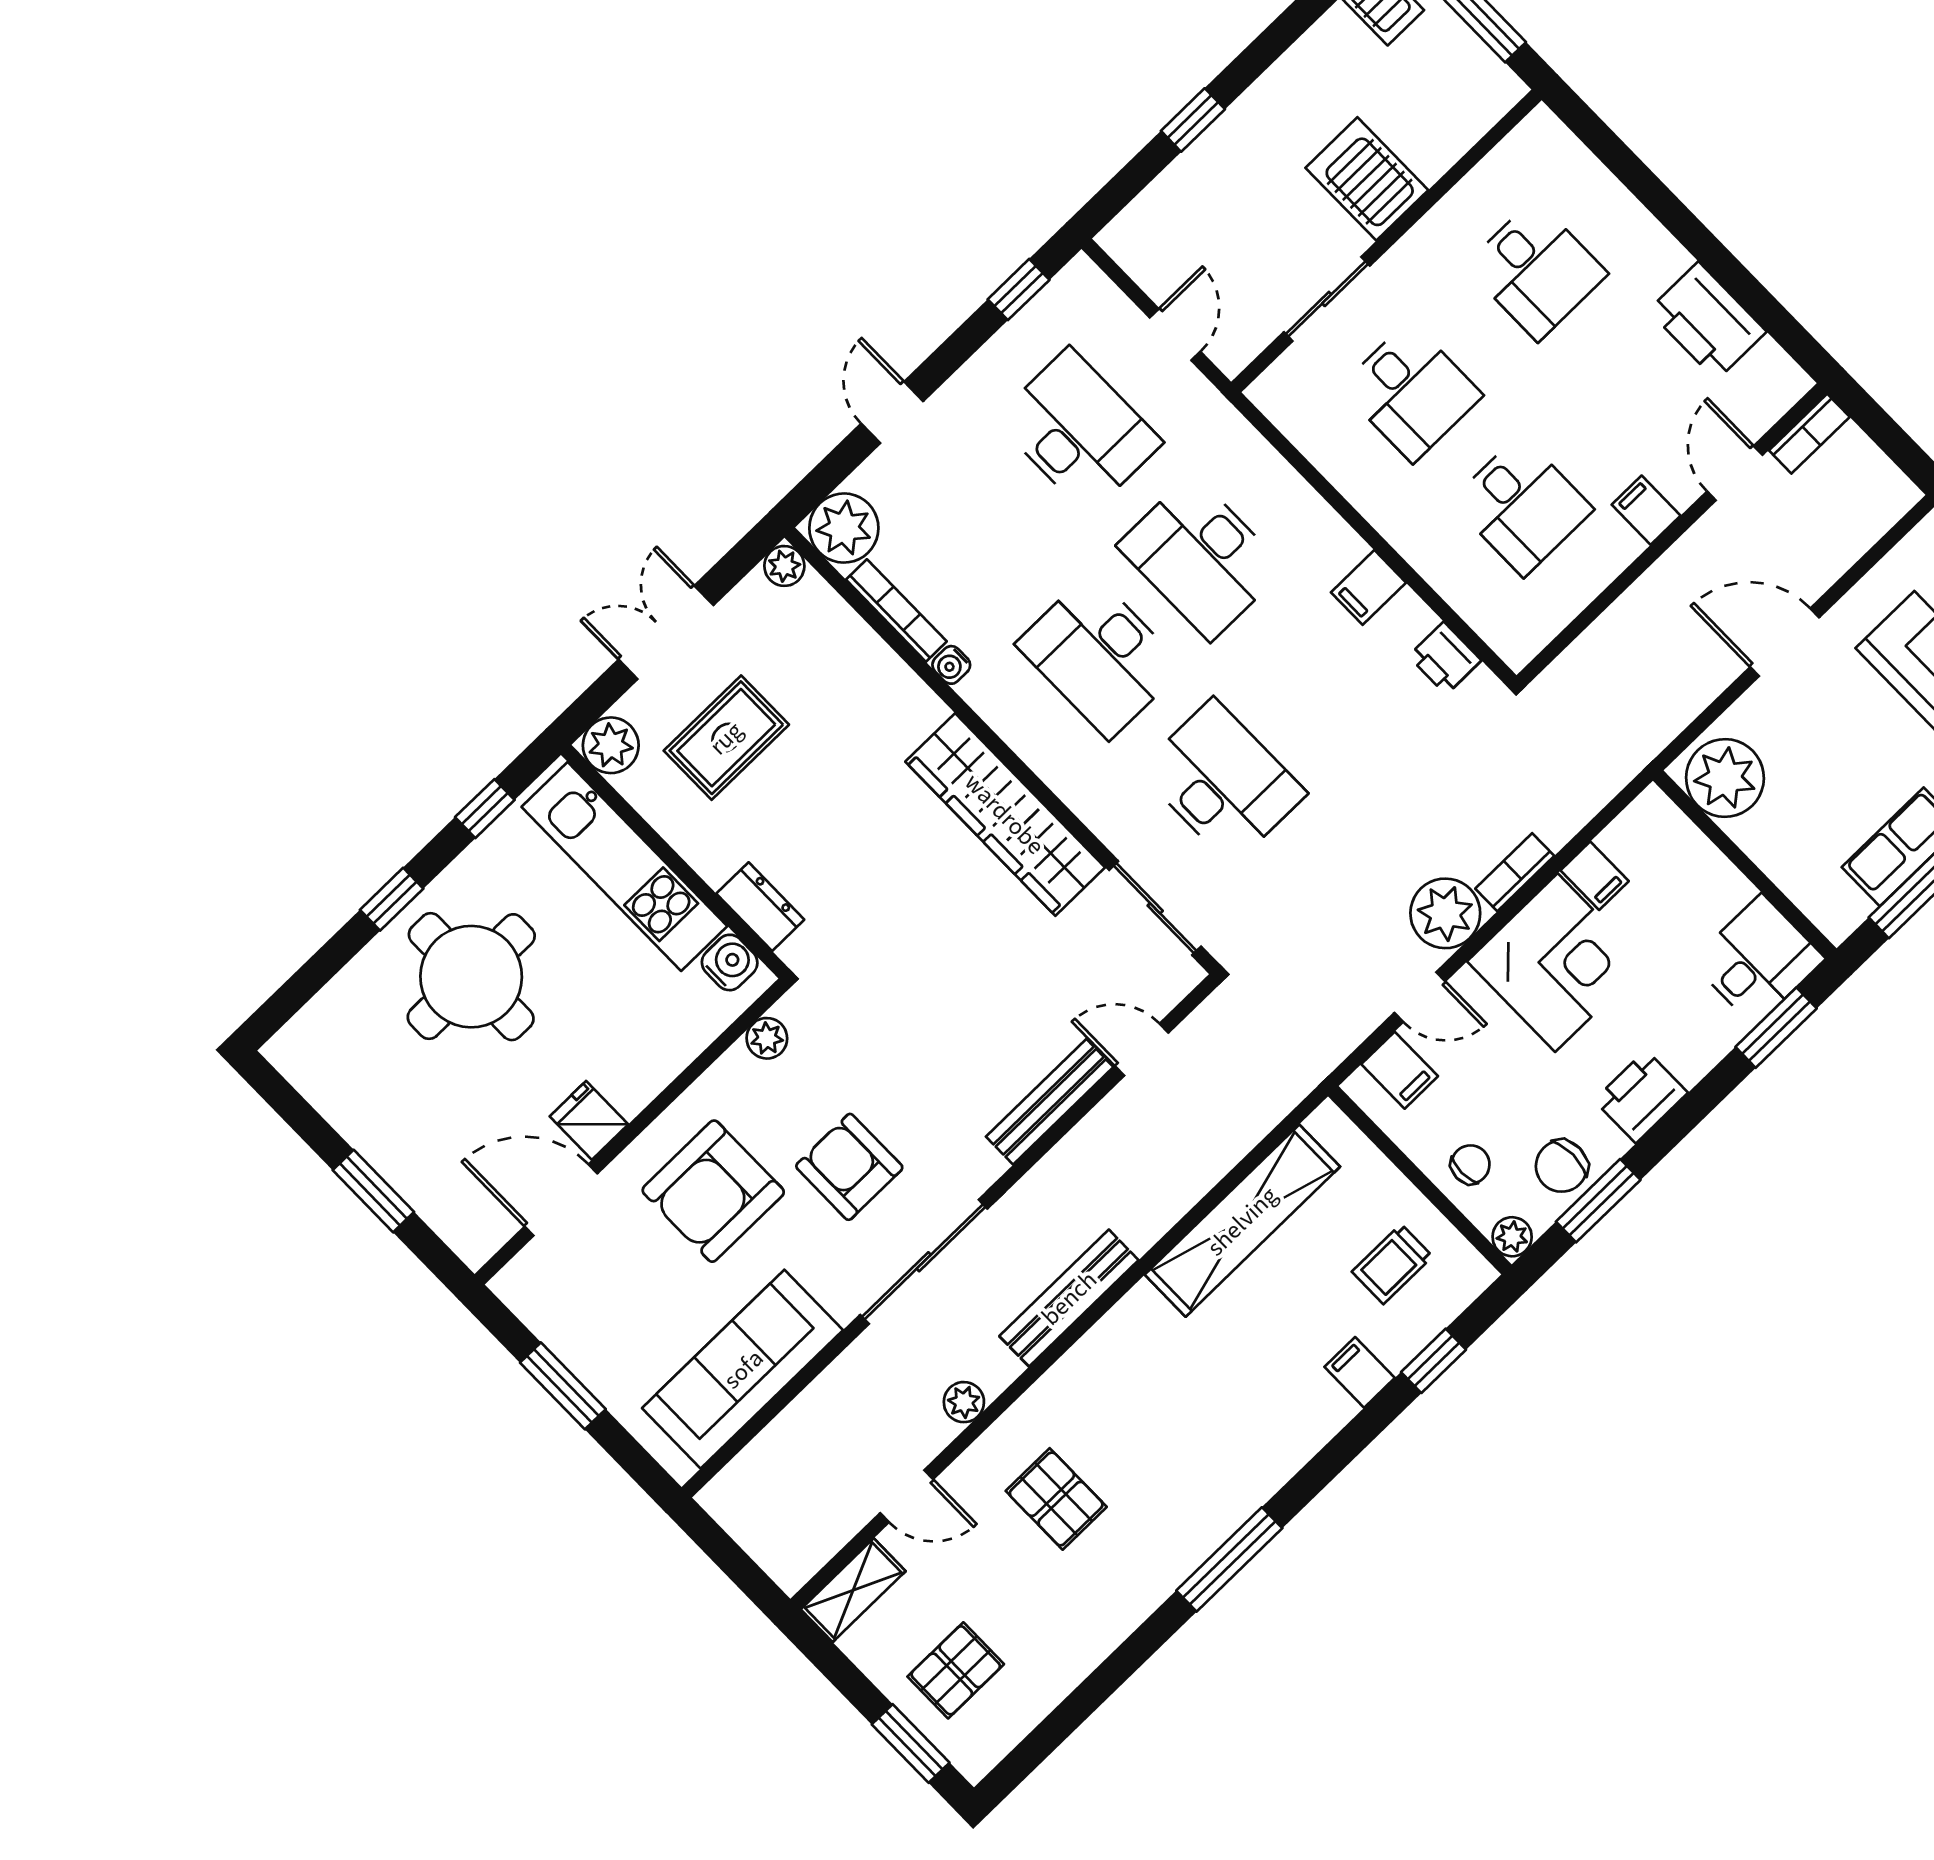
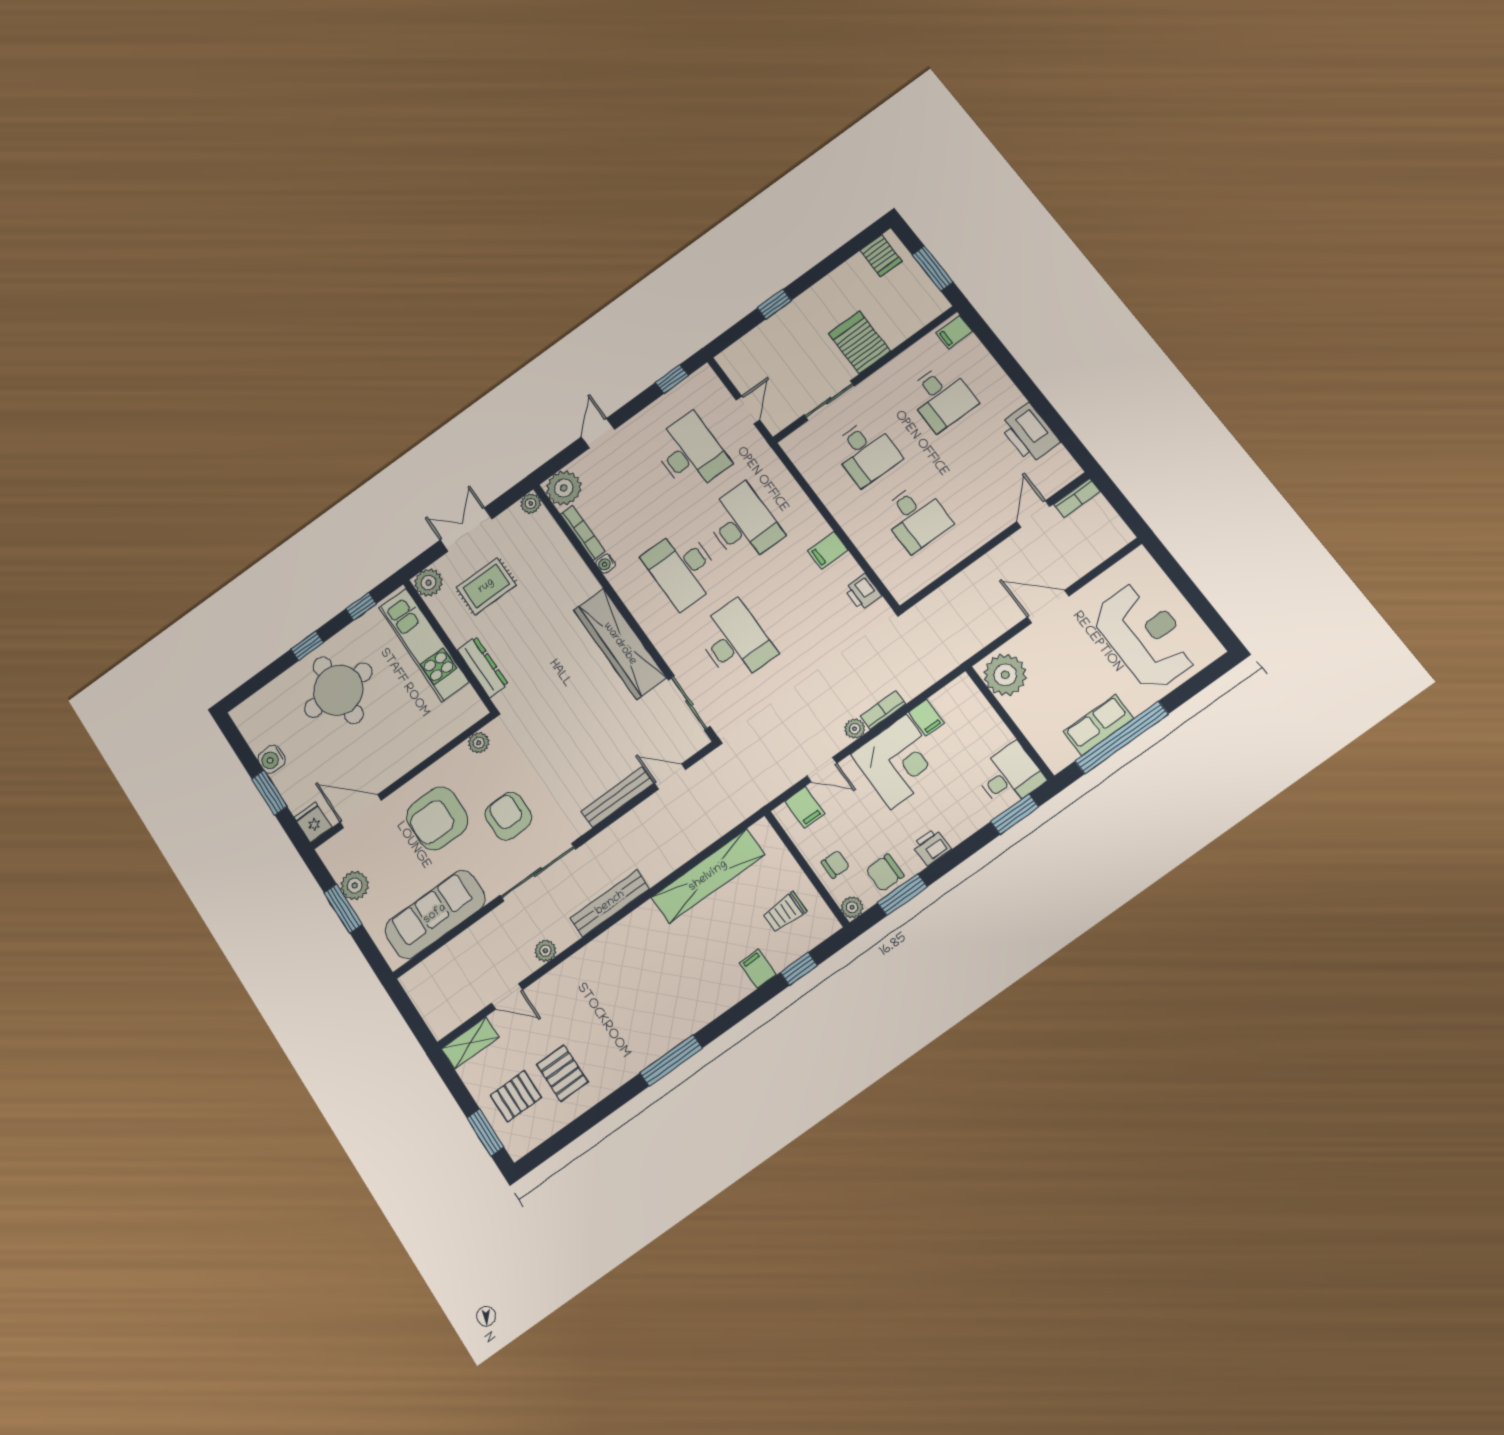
filing cabinet: (1646, 510) -> (954, 332), moved, turned -90
desk: (1201, 557) -> (743, 524), turned 180
dresser: (760, 907) -> (483, 667), width x1.44
plant: (1445, 913) -> (855, 729), width x0.53, depth x0.53
water cooler: (730, 962) -> (272, 759), moved, turned 180
printer: (1641, 1097) -> (932, 847), width x0.73, depth x0.81
fridge: (589, 1120) -> (313, 822), moved
plant: (577, 1340) -> (355, 886), added
pallet: (1056, 1499) -> (562, 1073), moved

